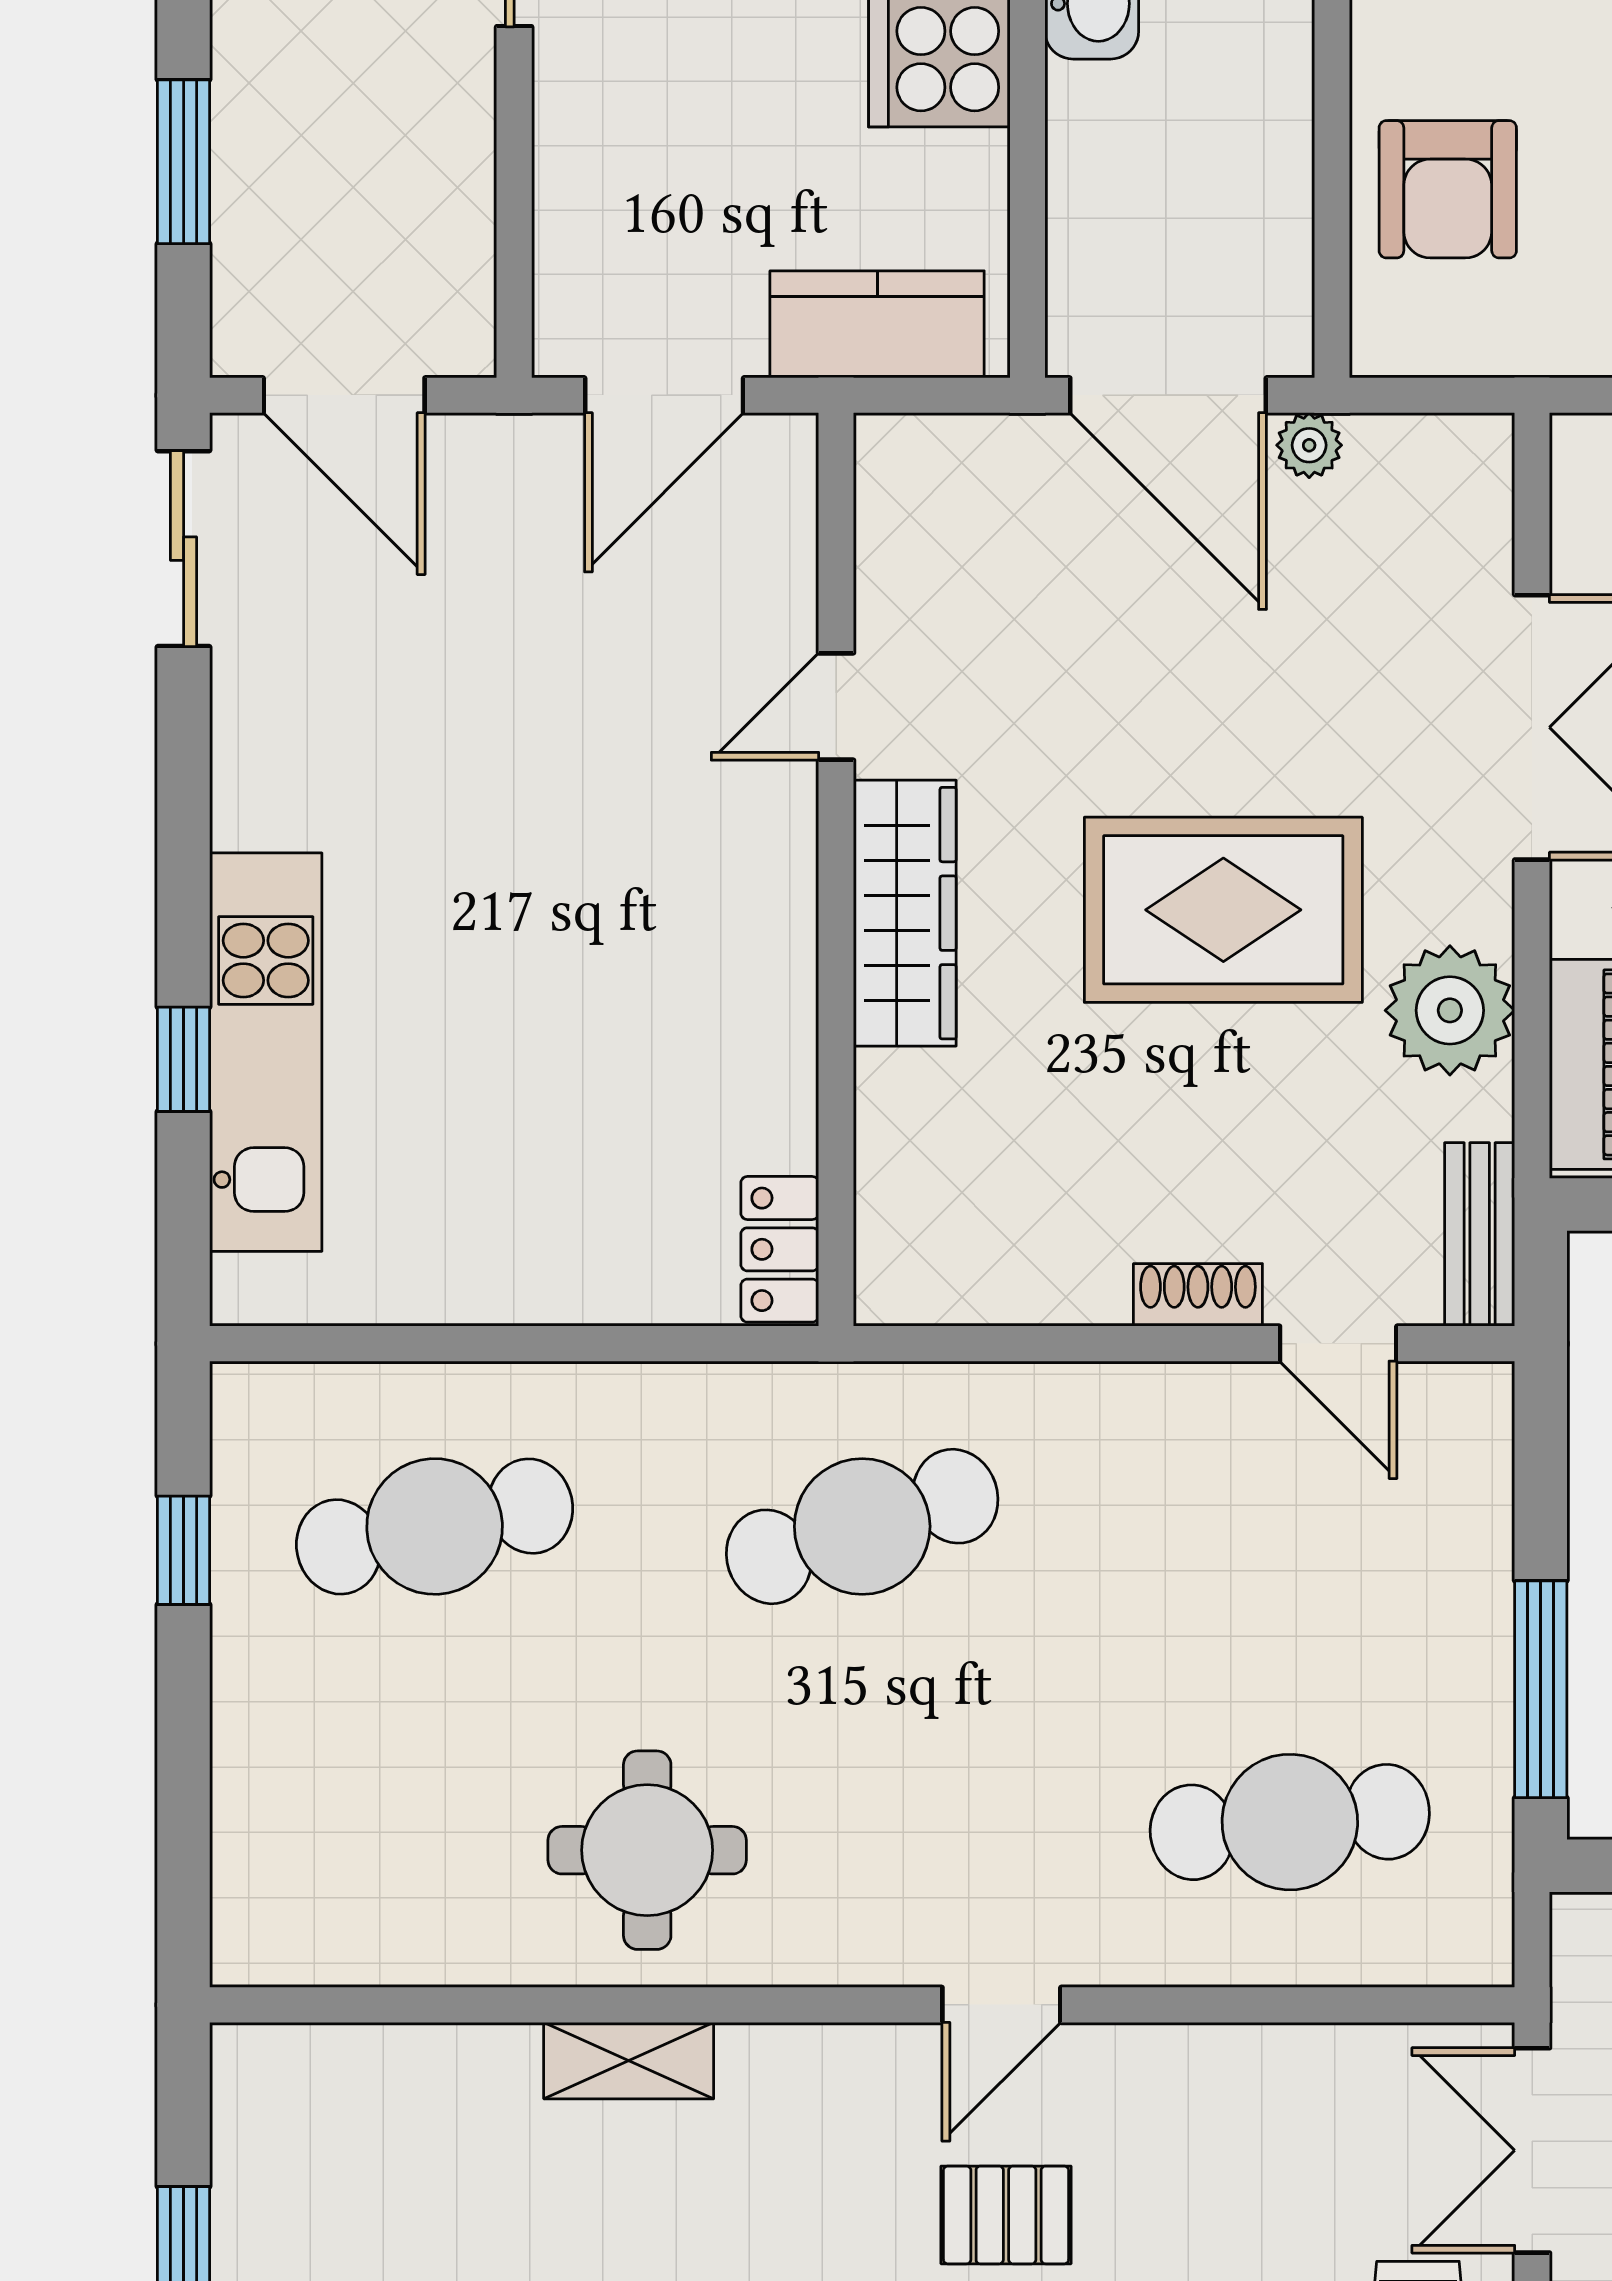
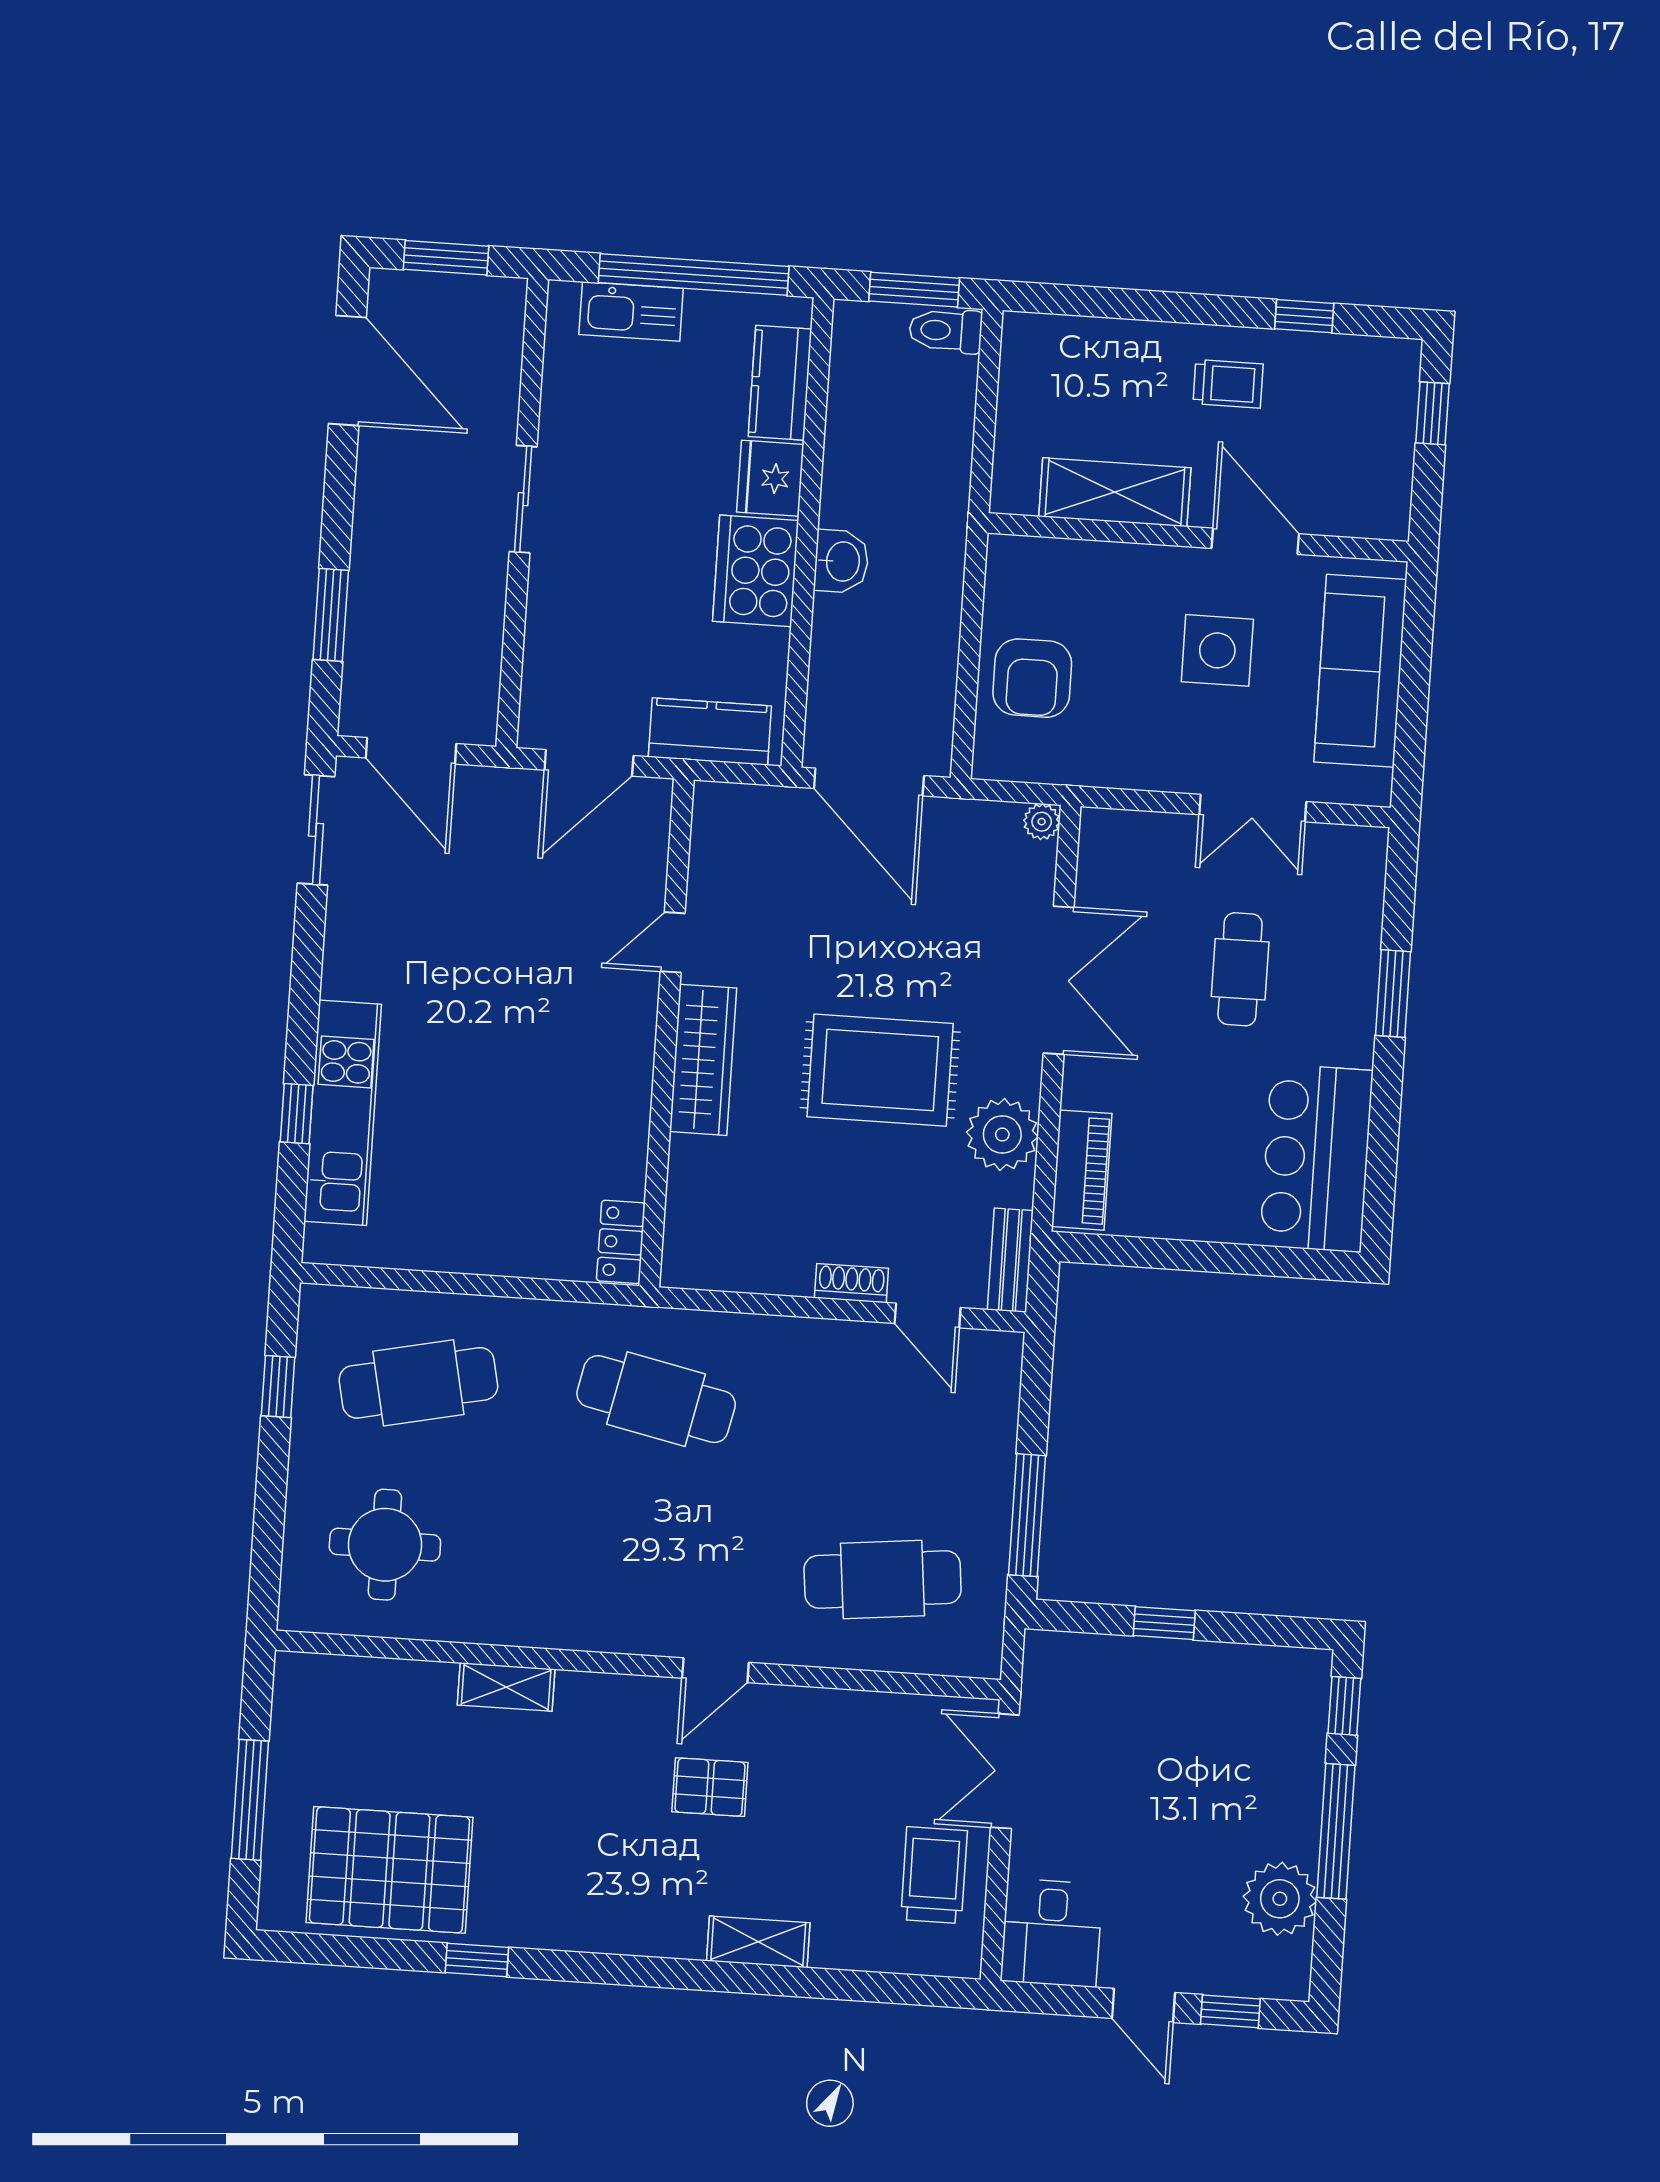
plant: (1309, 445) -> (1042, 822), moved
cafe table: (862, 1526) -> (656, 1399), turned 30
round table: (647, 1850) -> (385, 1545), moved

